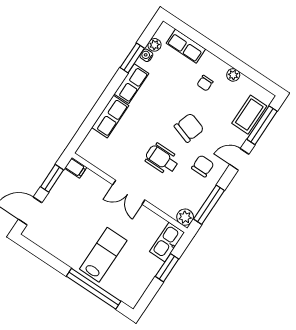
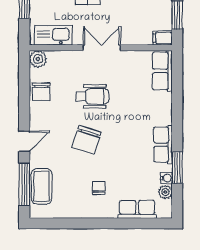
plant: (233, 75) -> (79, 212), removed
row of seats: (110, 117) -> (162, 71), moved
chair: (203, 166) -> (41, 92), moved
window: (209, 205) -> (24, 84), removed
kitchen sink: (167, 242) -> (53, 35), moved, turned -90

